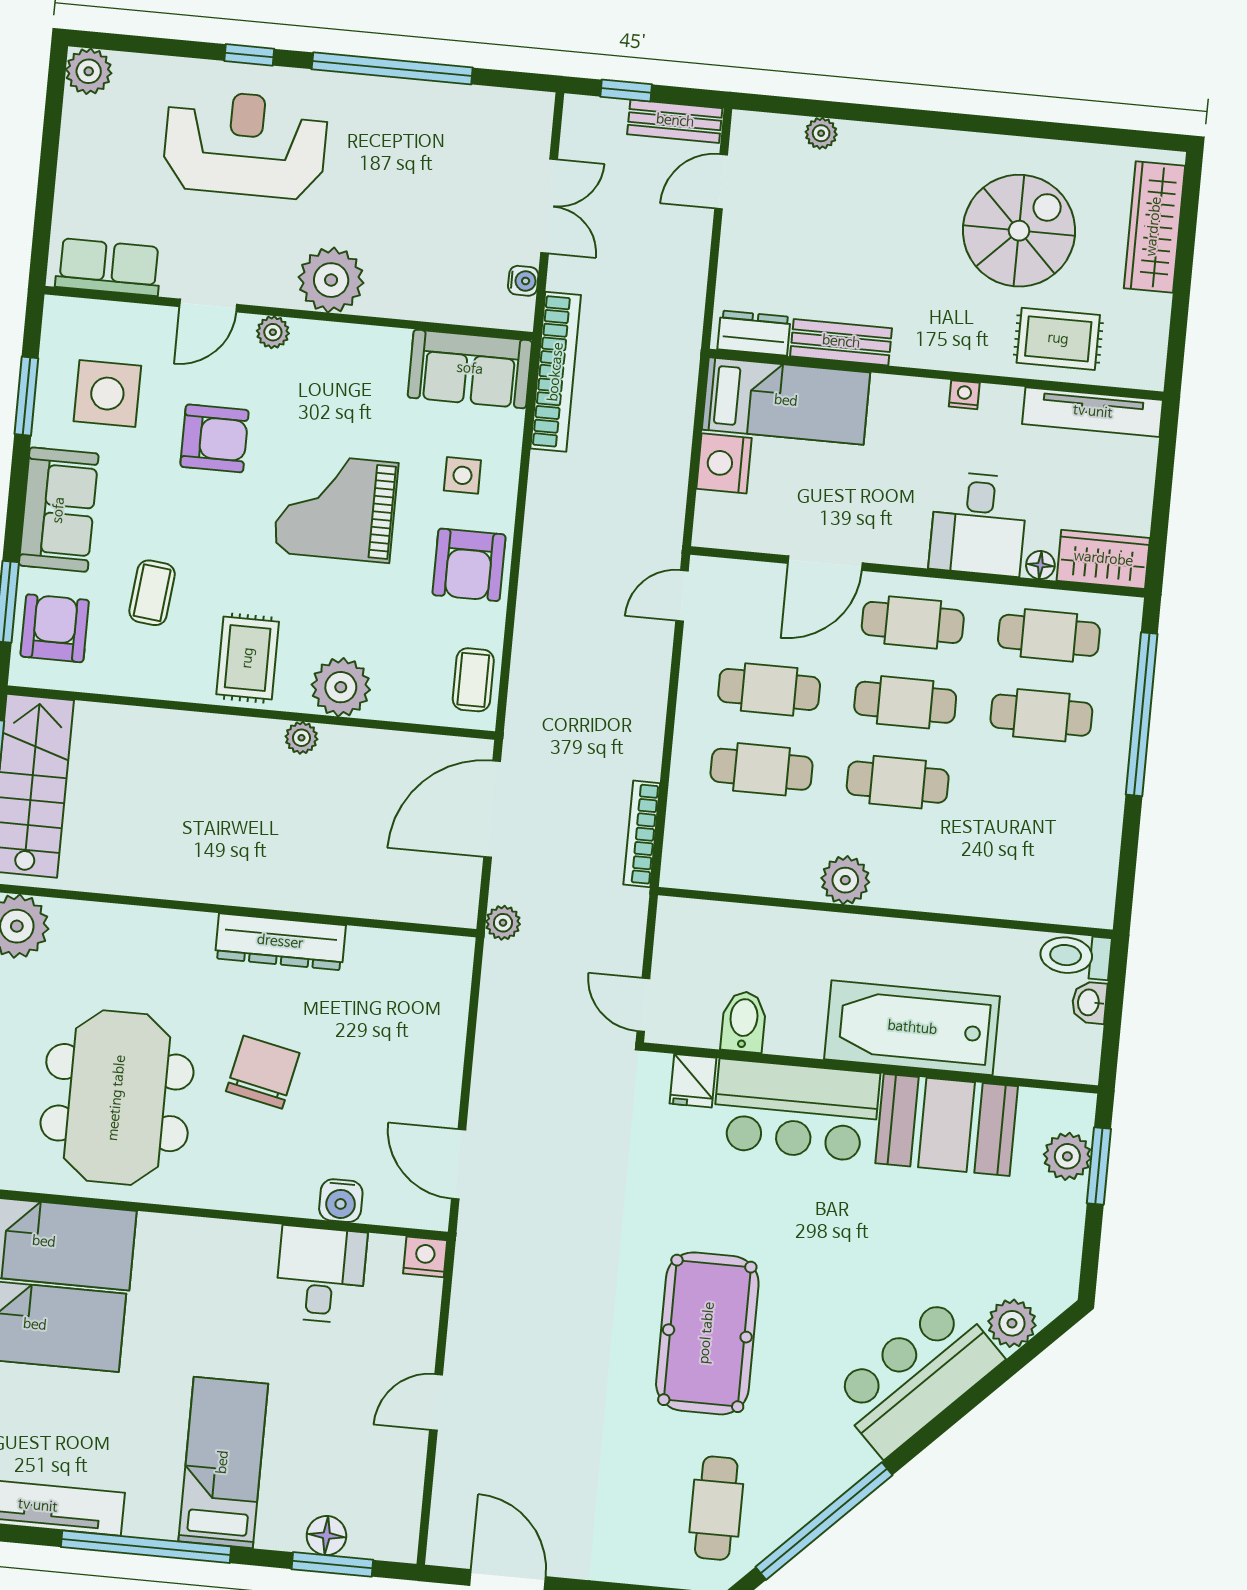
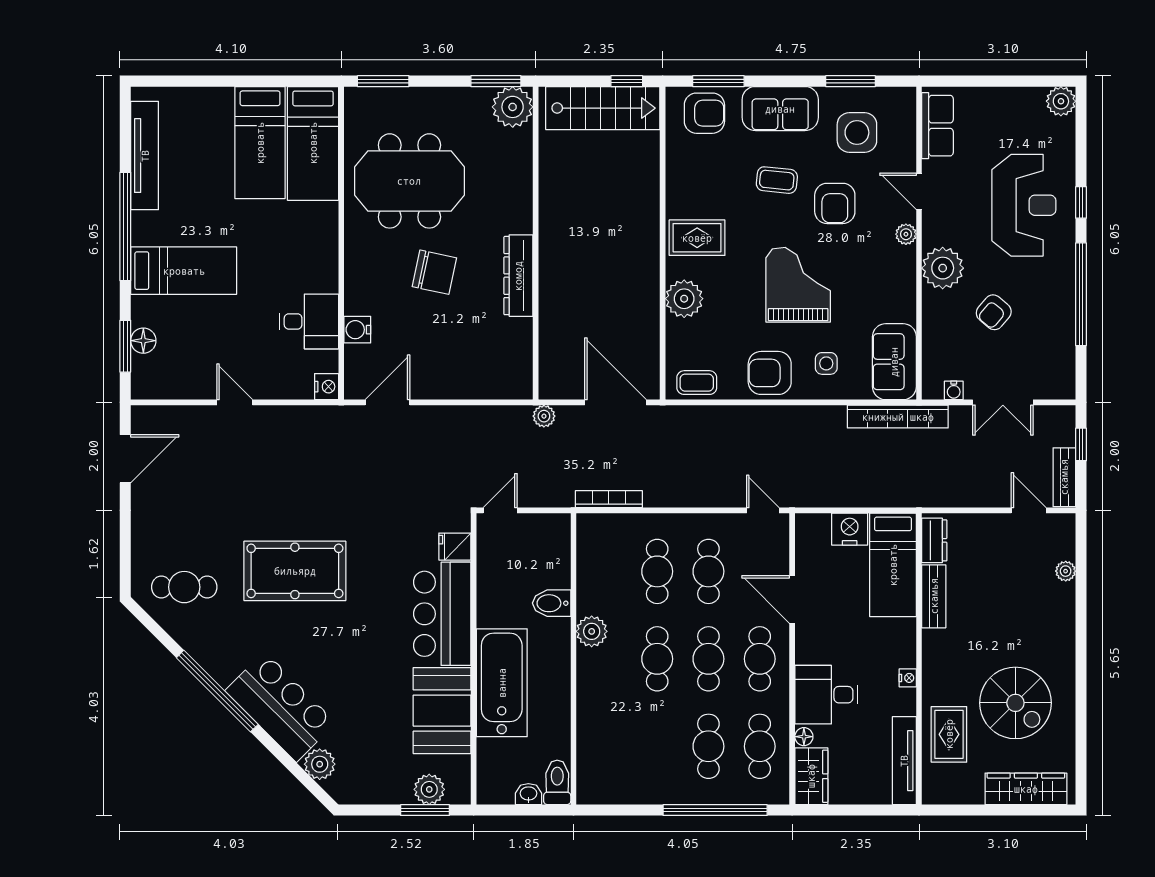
armchair: (407, 207) -> (994, 312), added
coffee table: (152, 593) -> (777, 180), moved
plant: (301, 738) -> (650, 277), removed
bidet: (744, 1022) -> (552, 603), moved, turned 180
window: (824, 1521) -> (217, 691), moved

